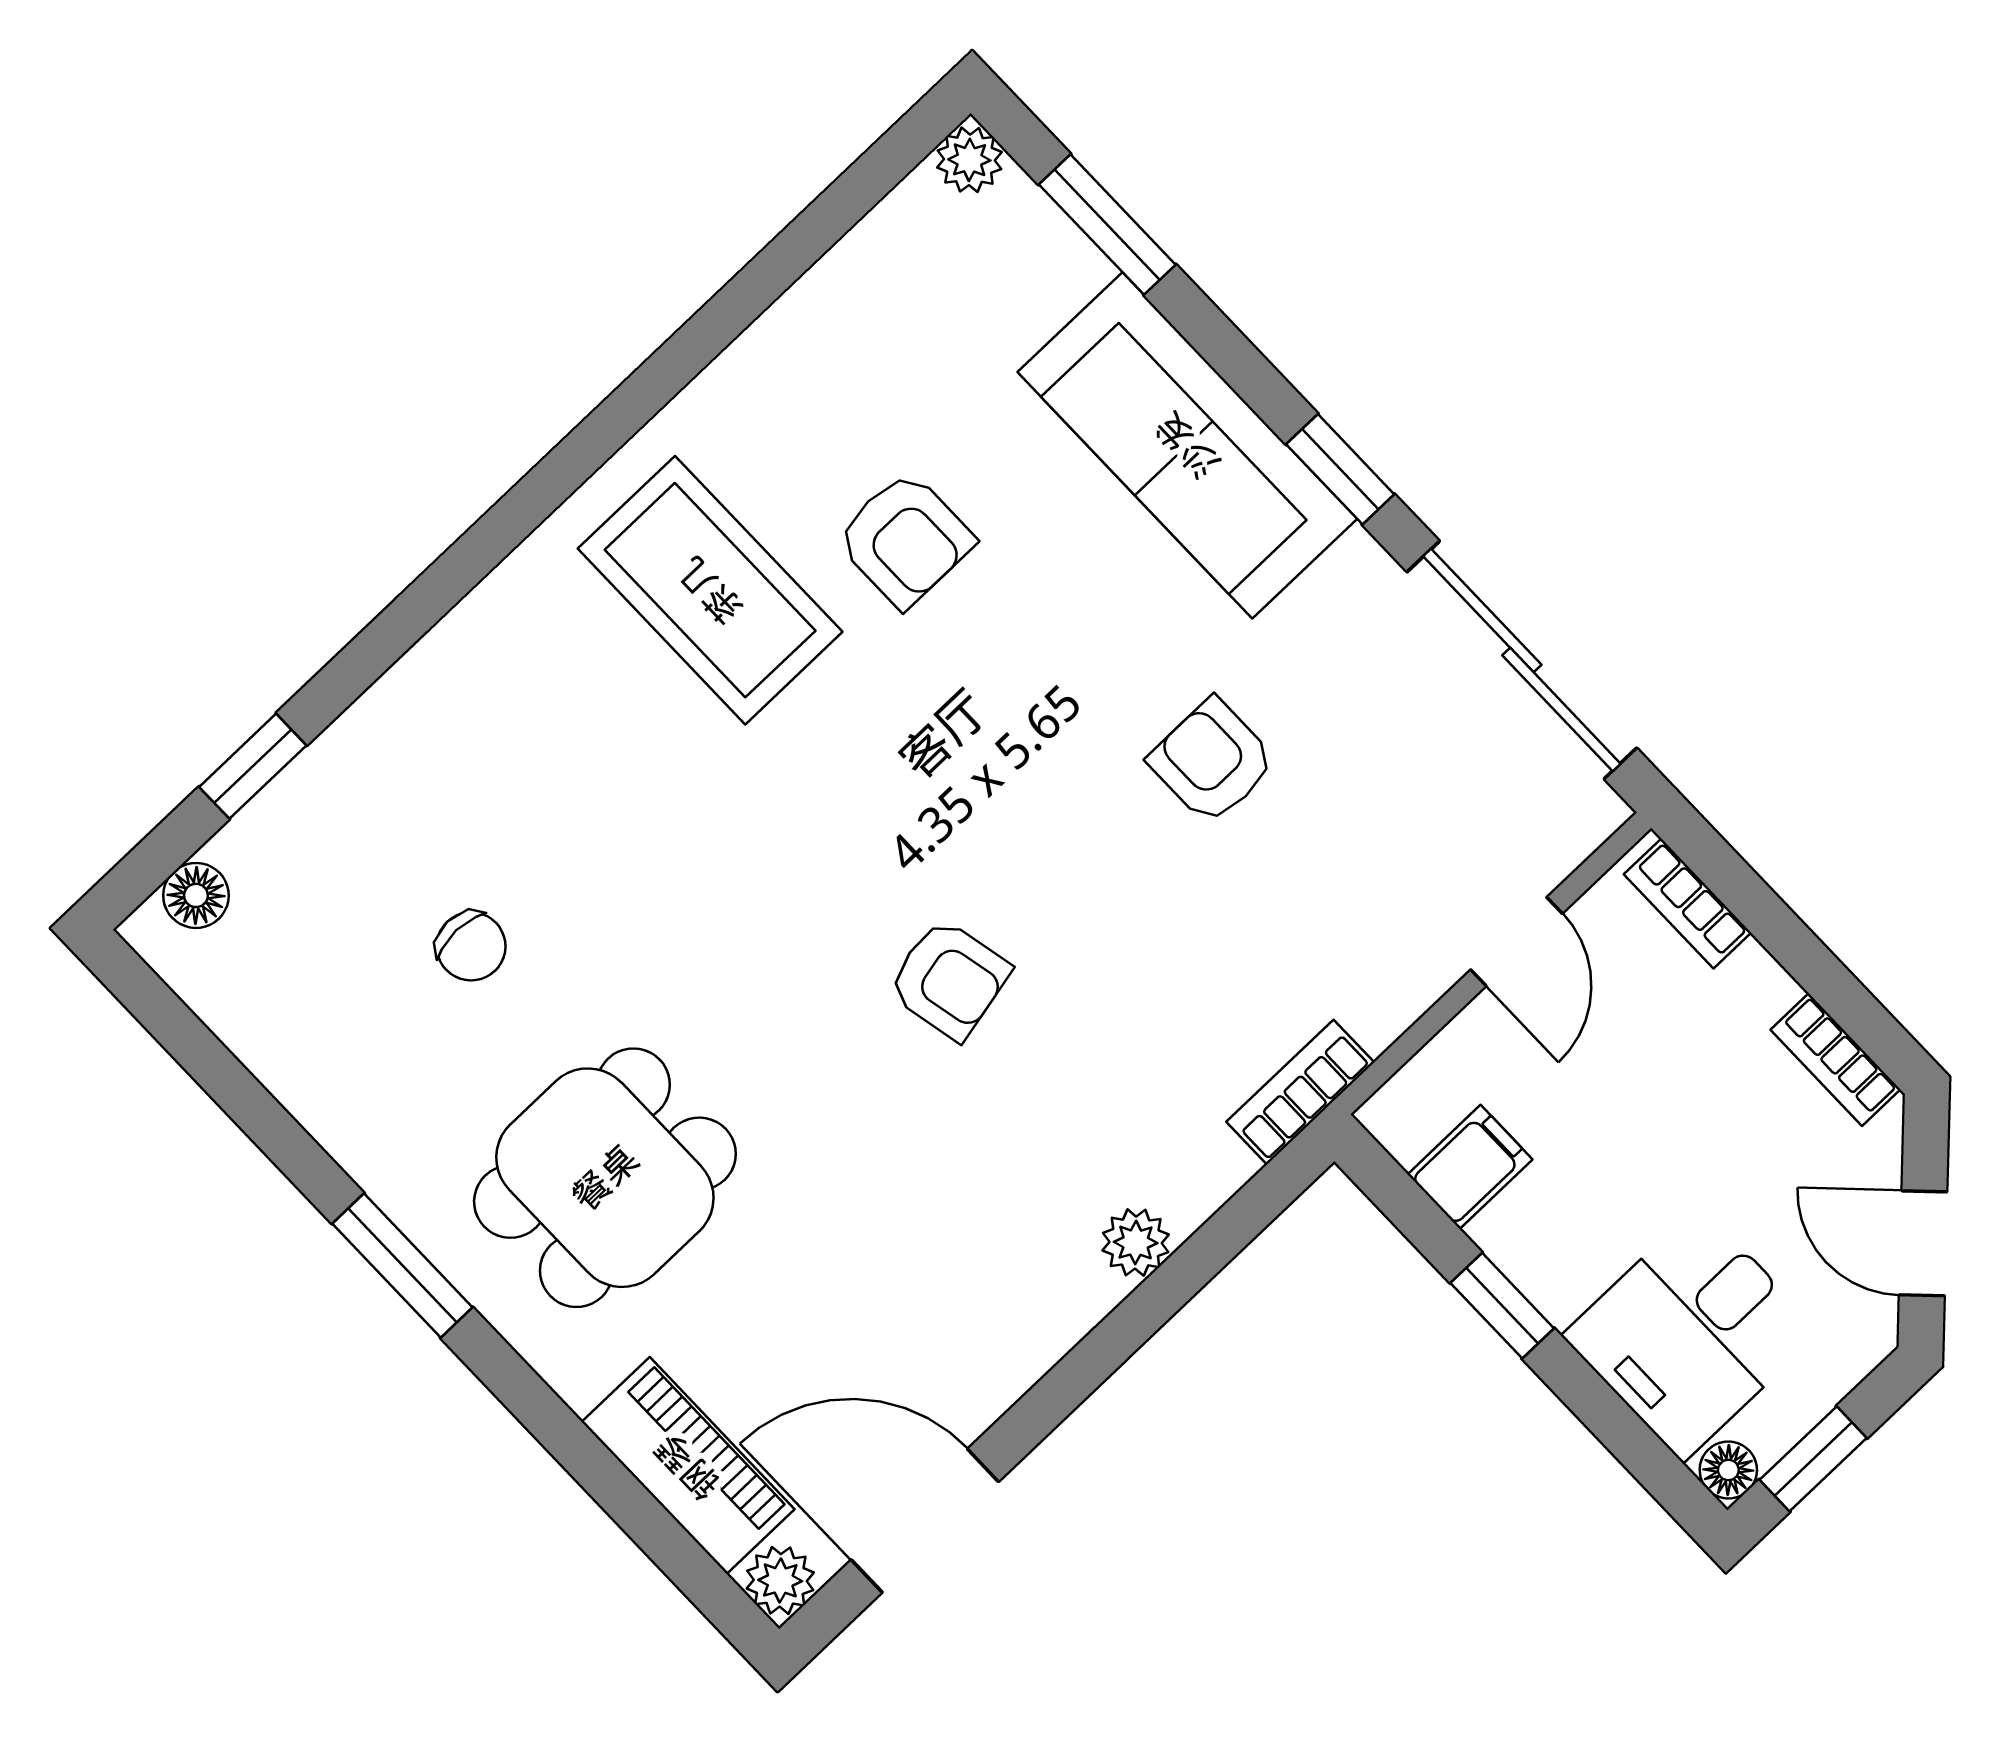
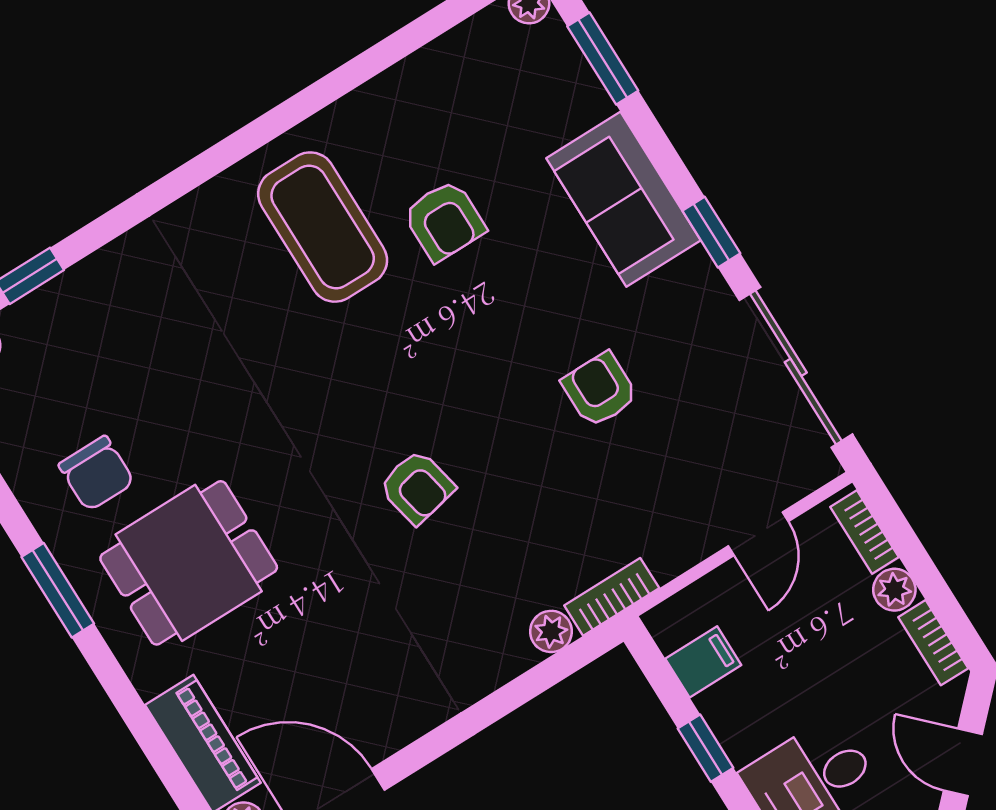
sofa: (1187, 445) -> (623, 199), width x0.73
chair: (471, 946) -> (97, 473), moved, width x1.37, depth x1.37
plant: (1755, 987) -> (894, 590), added
plant: (1136, 1243) -> (551, 631), moved

